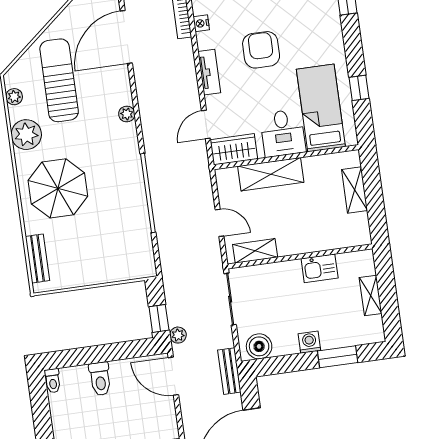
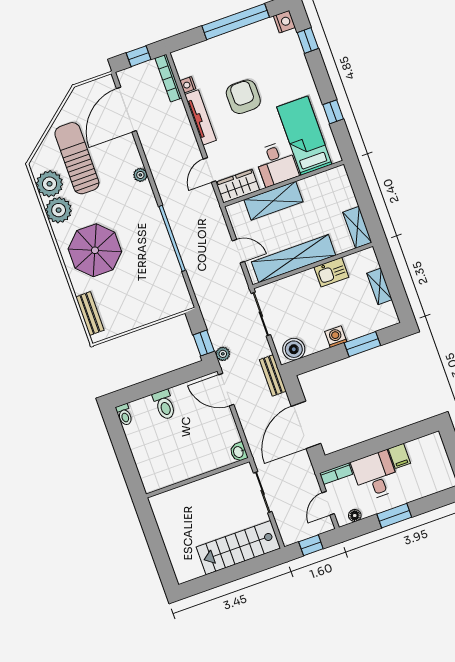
tv unit: (209, 72) -> (200, 117), width x1.41
plant: (14, 97) -> (50, 184), width x1.88, depth x1.88
shelving: (355, 190) -> (357, 227), moved
shelving: (255, 251) -> (294, 259), width x2.20, depth x1.33

